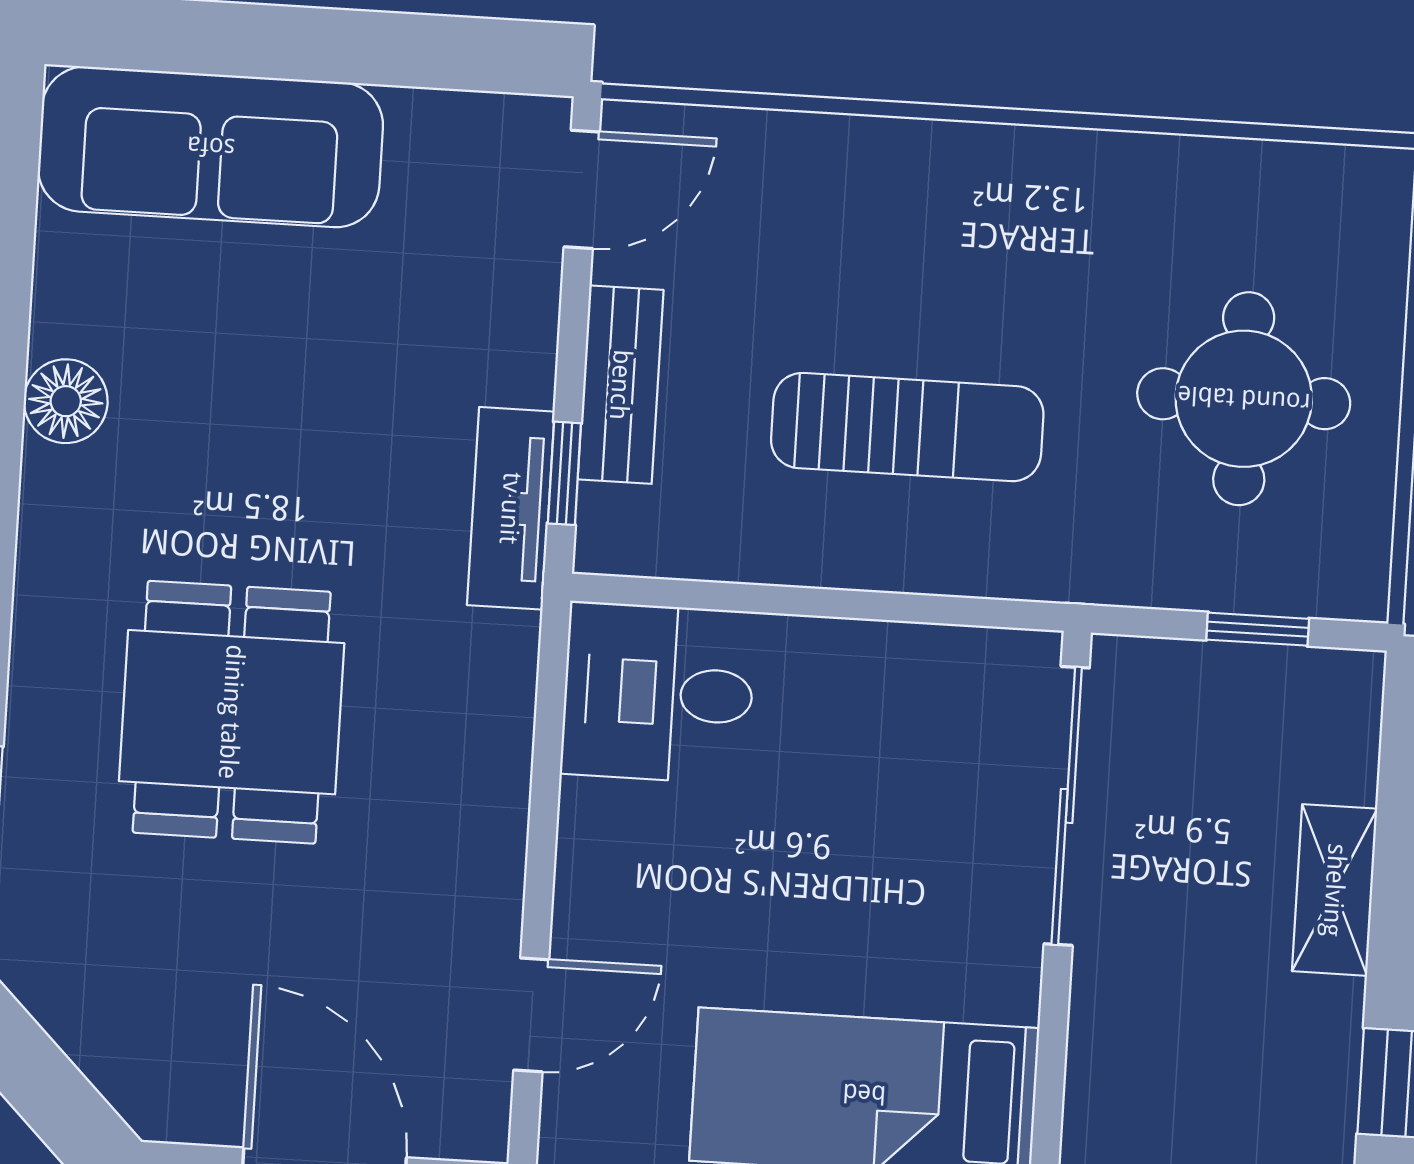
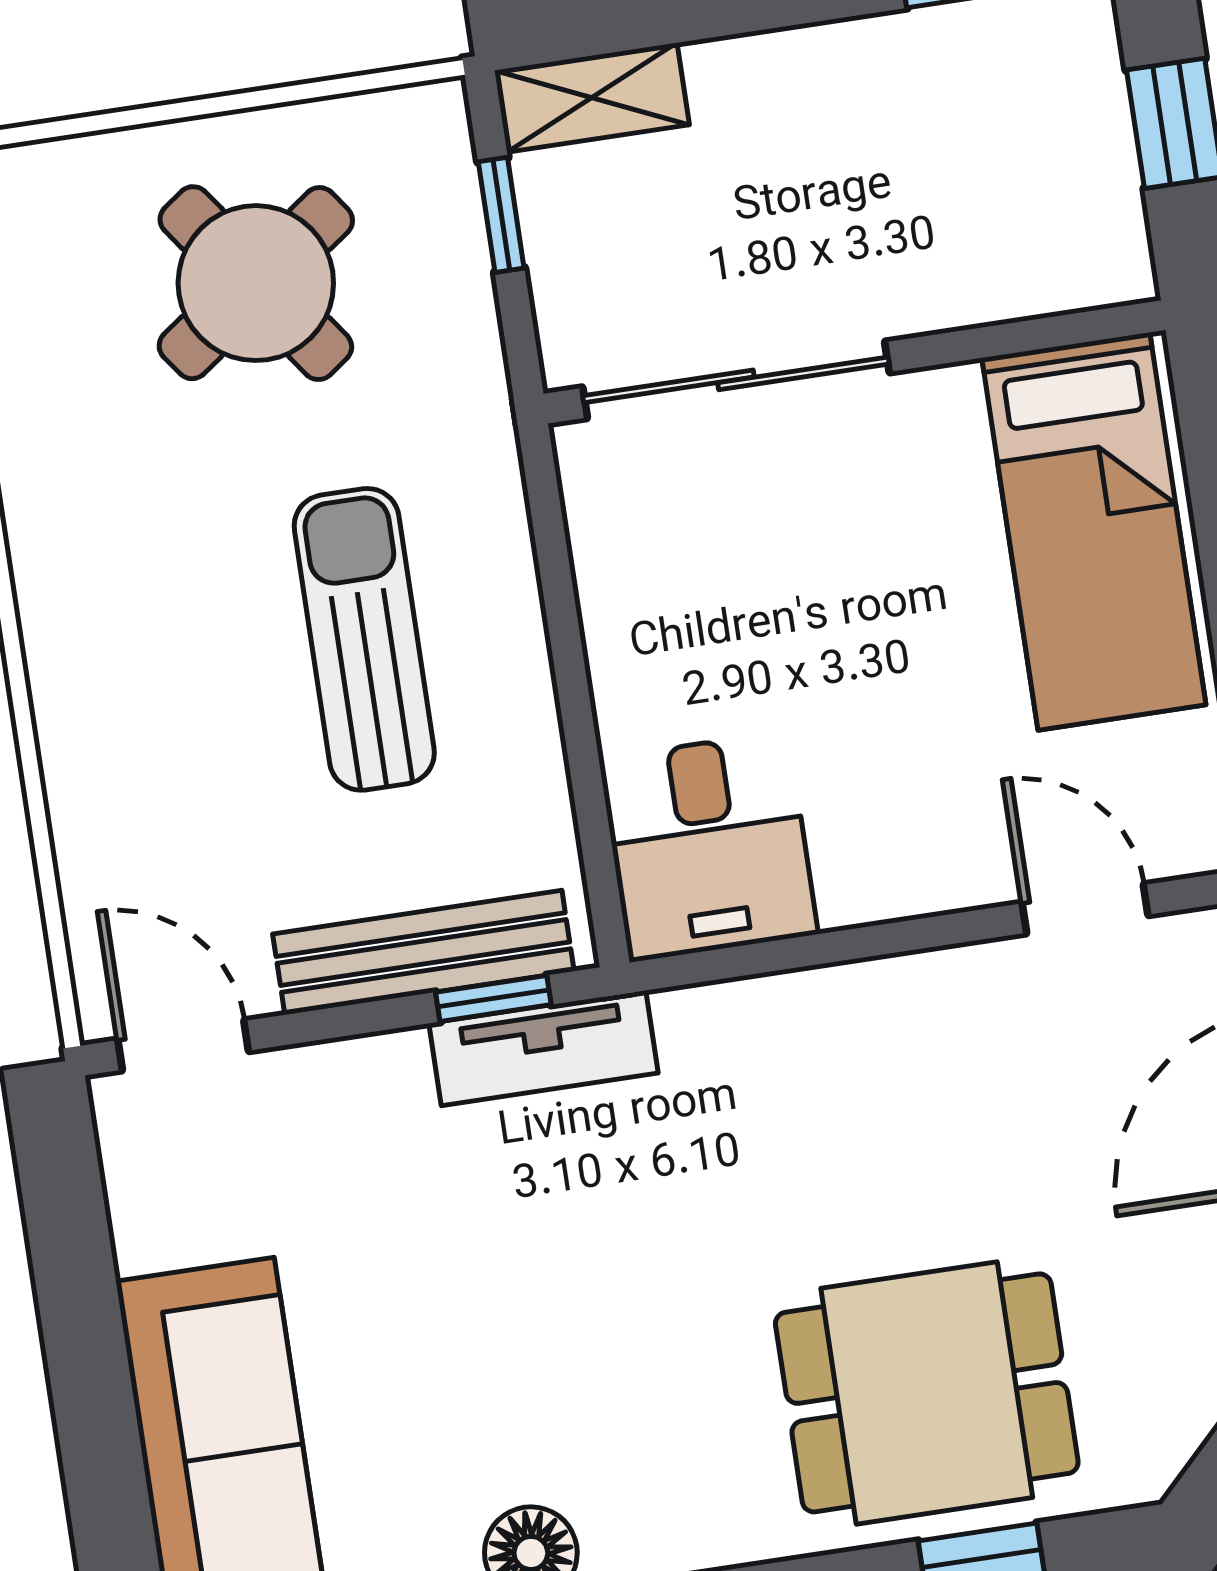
bench: (621, 385) -> (423, 953), width x1.36
round table: (1244, 399) -> (256, 283), turned -36
dining table: (232, 712) -> (927, 1393), moved
shelving: (1335, 890) -> (592, 98), moved

